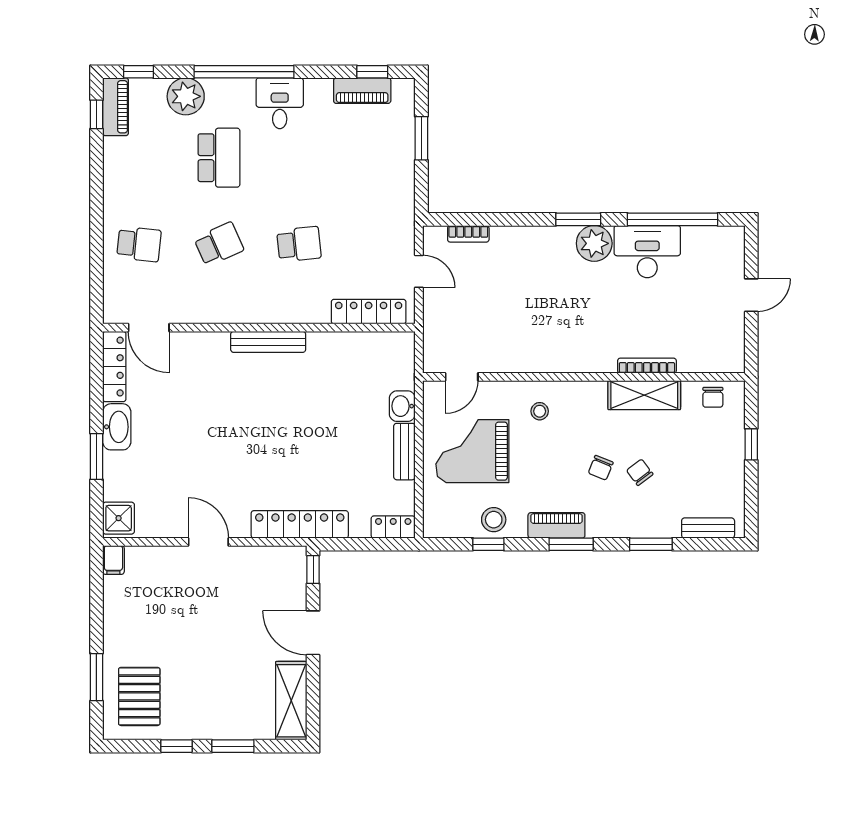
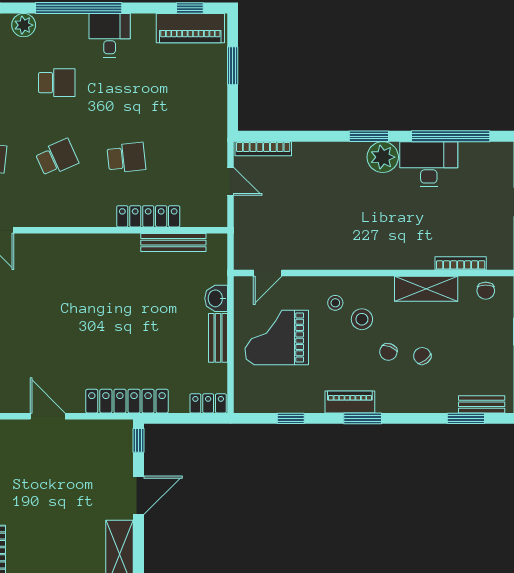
piano: (362, 91) -> (190, 28), width x1.37, depth x1.33
plant: (186, 96) -> (24, 25), width x0.73, depth x0.73
school desk: (219, 158) -> (57, 83), width x0.54
bookcase: (468, 234) -> (263, 149), width x1.56
locker: (369, 312) -> (148, 216), moved
bench: (268, 342) -> (173, 243), moved
bookcase: (647, 366) -> (461, 263), moved
stool: (494, 520) -> (362, 319), moved
window: (651, 544) -> (466, 418), moved
door: (313, 633) -> (139, 495), swing flipped

